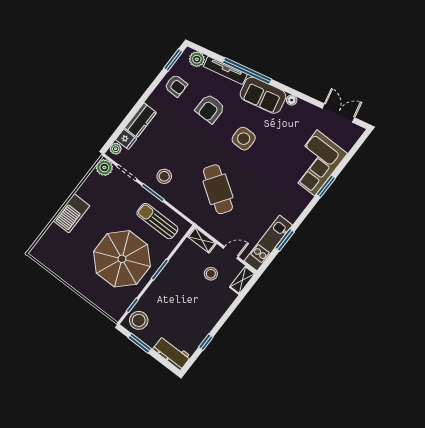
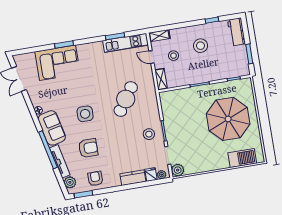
barbecue: (71, 213) -> (242, 158), moved
sun lounger: (157, 221) -> (176, 113), removed
parasol: (122, 259) -> (228, 119), moved
stool: (139, 320) -> (200, 46), moved

